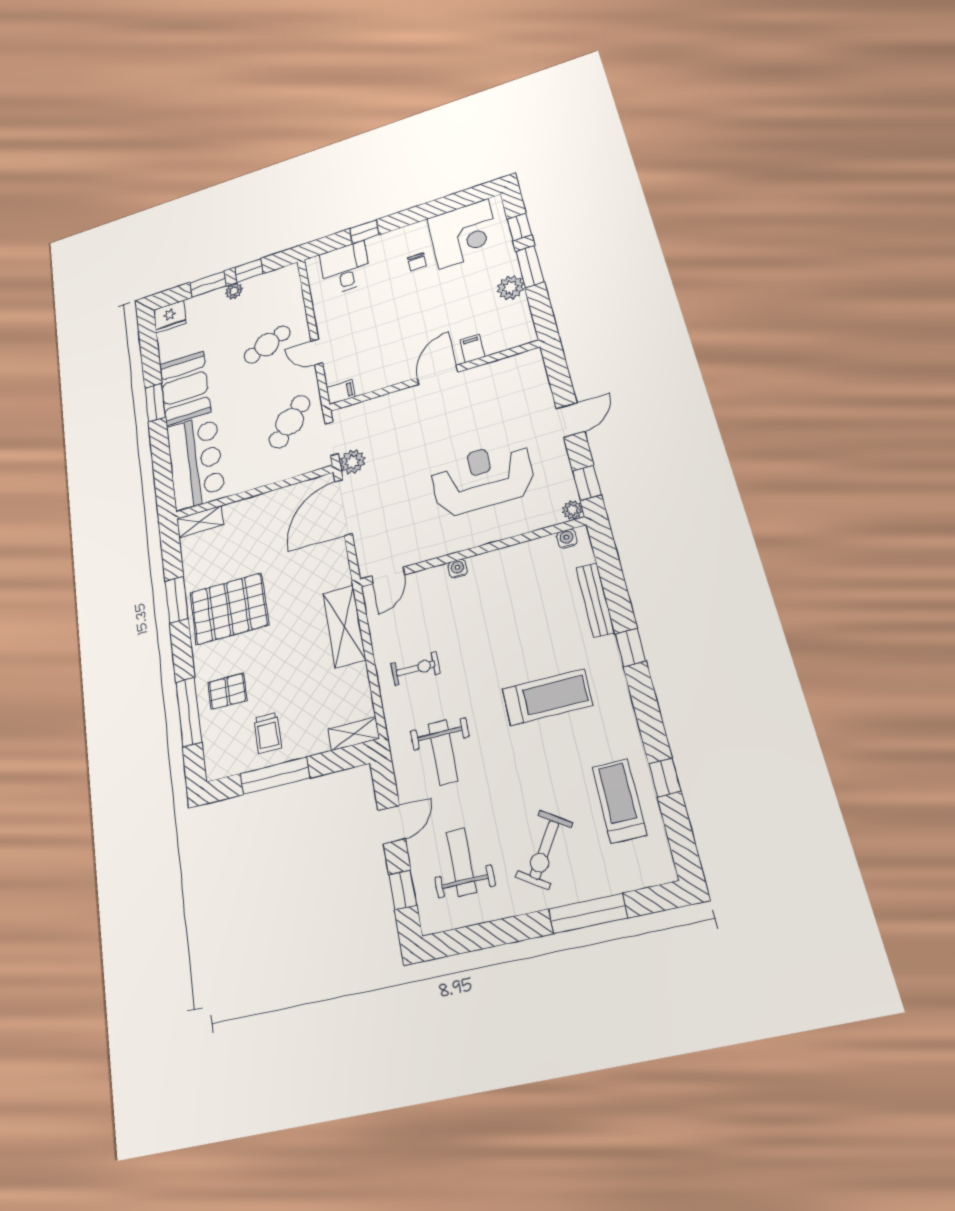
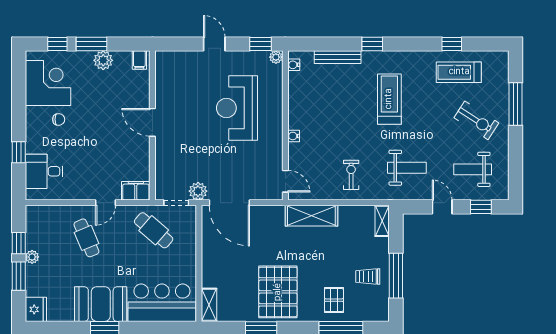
filing cabinet: (472, 348) -> (139, 60), moved, turned -90
filing cabinet: (341, 392) -> (136, 191), width x2.00
trolley: (268, 733) -> (368, 276), turned 180

